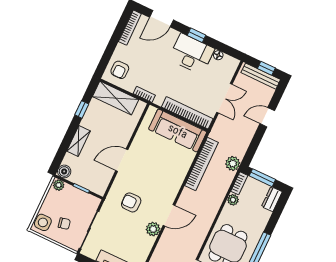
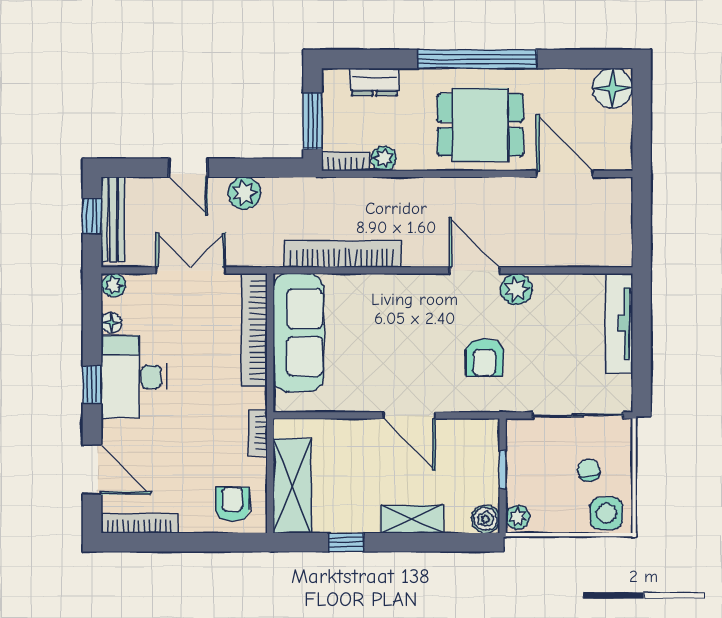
plant: (233, 63) -> (114, 285), added
armchair: (120, 70) -> (232, 504), turned -90
plant: (233, 163) -> (244, 193), moved
dresser: (272, 199) -> (374, 82), moved

